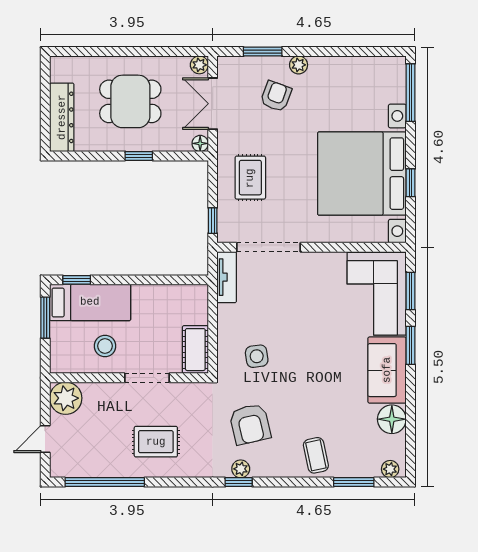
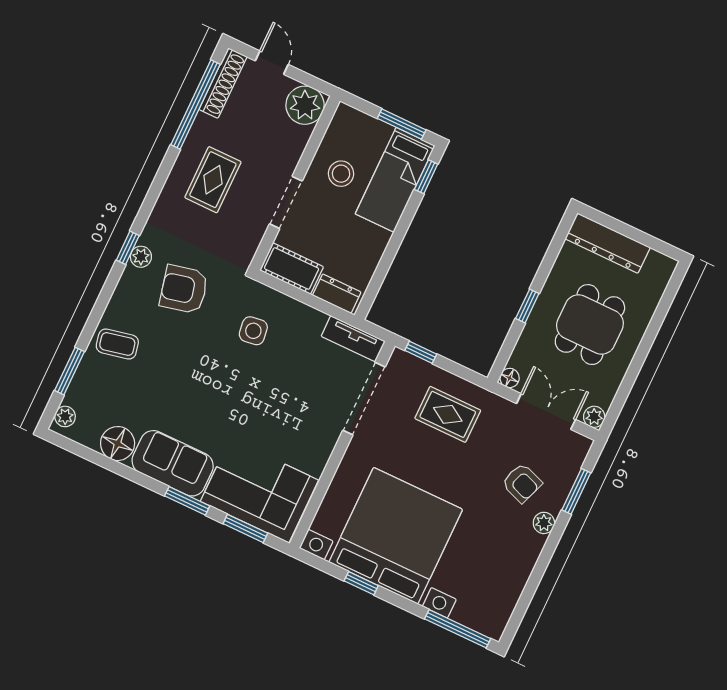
dresser: (198, 306) -> (337, 294), added
shoe rack: (78, 469) -> (223, 83), added

